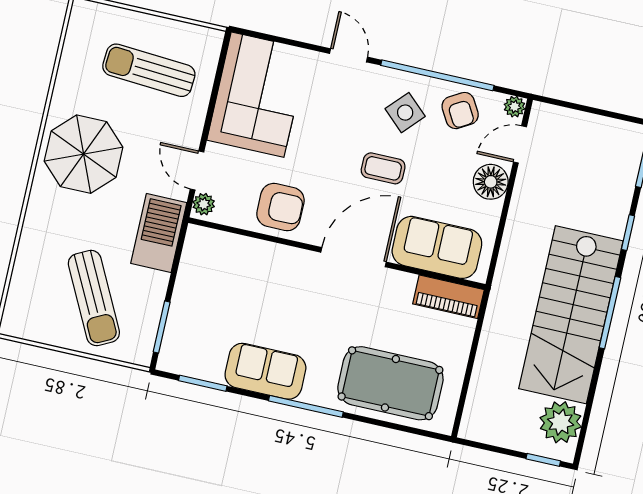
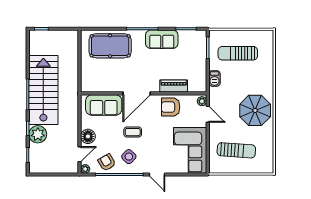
barbecue: (159, 233) -> (214, 78), width x0.53, depth x0.65
piano: (448, 297) -> (174, 86), moved
sun lounger: (94, 298) -> (238, 53), turned -63
plant: (561, 422) -> (38, 134), moved

